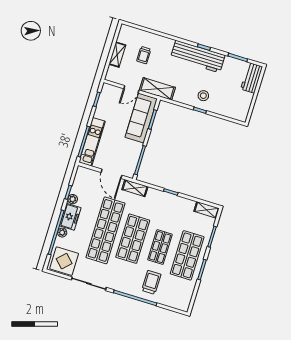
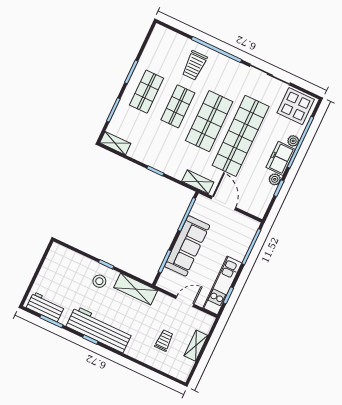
workbench: (252, 78) -> (45, 307), moved, turned -90
shelving: (157, 89) -> (136, 289), moved
sofa: (141, 118) -> (187, 246), moved
kitchen unit: (92, 142) -> (222, 285), moved
shop shelf: (187, 255) -> (147, 92), width x0.70, depth x0.74

